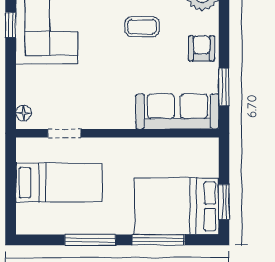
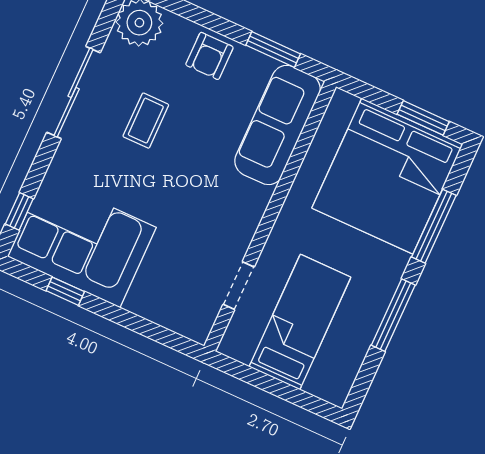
armchair: (201, 48) -> (209, 56), turned -90
floor lamp: (23, 113) -> (188, 327), removed
bed: (177, 206) -> (387, 176), width x1.36

